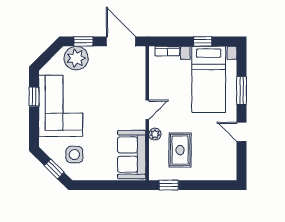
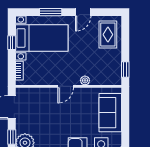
door: (147, 110) -> (66, 86), swing flipped
rug: (180, 150) -> (108, 35), moved, turned 90
sofa: (132, 155) -> (110, 113), moved, turned 90

